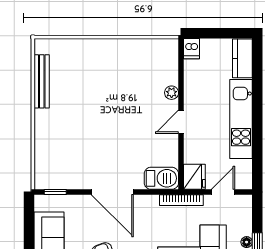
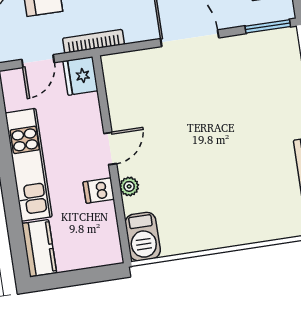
dishwasher: (191, 49) -> (99, 191), moved, turned -90
barbecue: (161, 178) -> (143, 237), moved, turned -90
window: (55, 192) -> (268, 26), width x1.50

